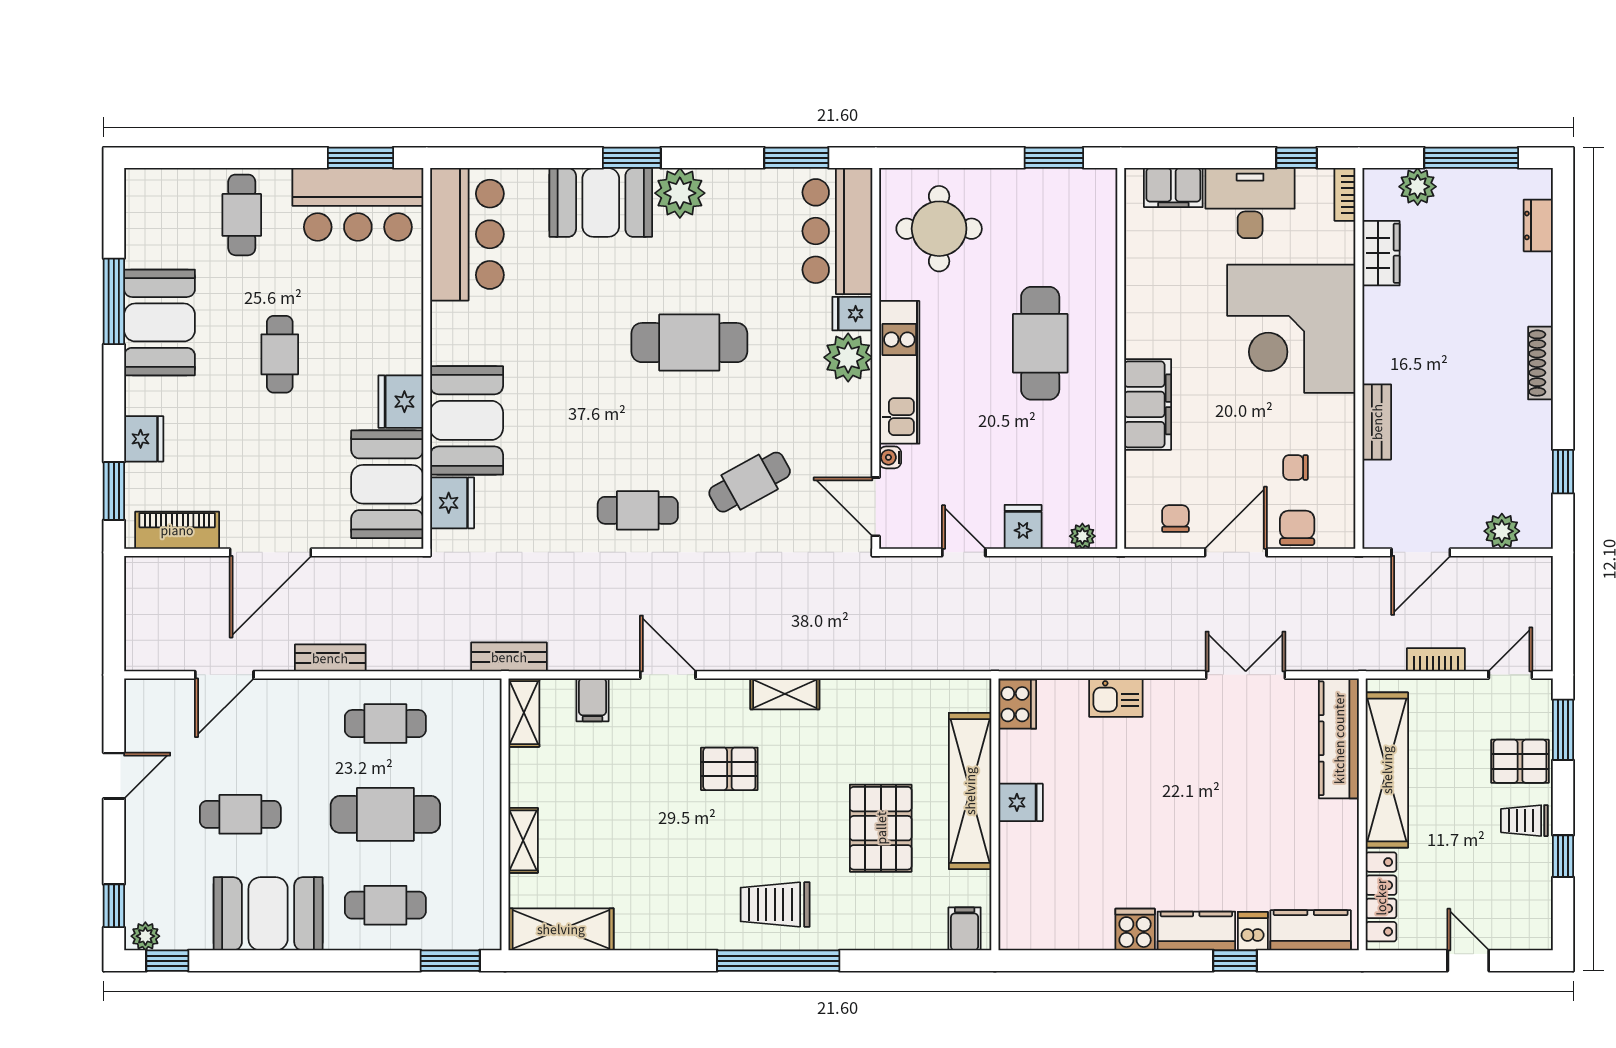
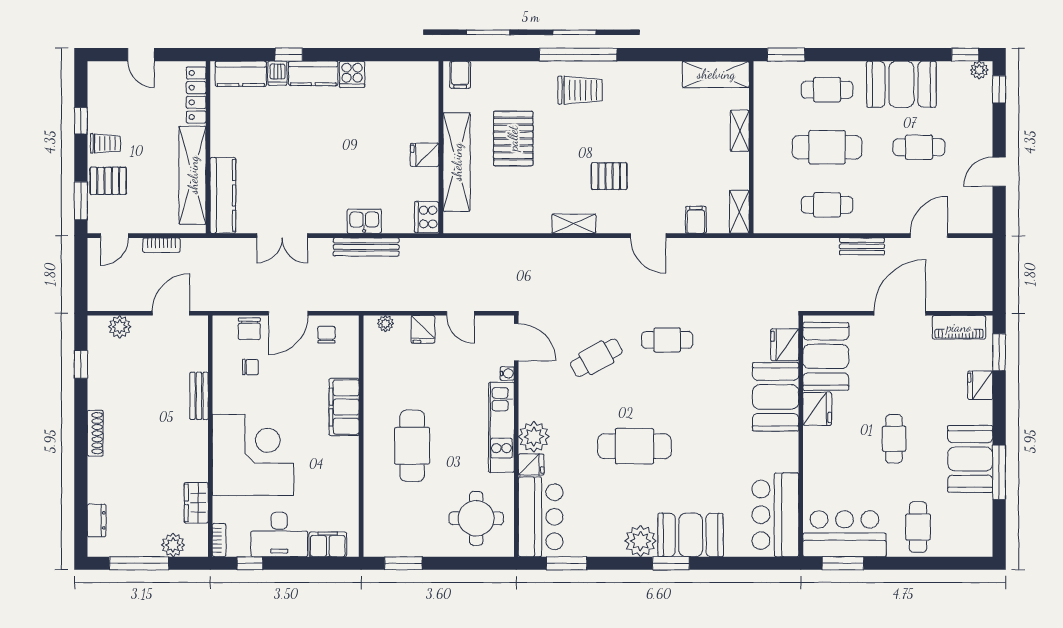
chair: (1175, 519) -> (326, 335), turned 180
bench: (509, 657) -> (366, 247), moved, width x1.36

